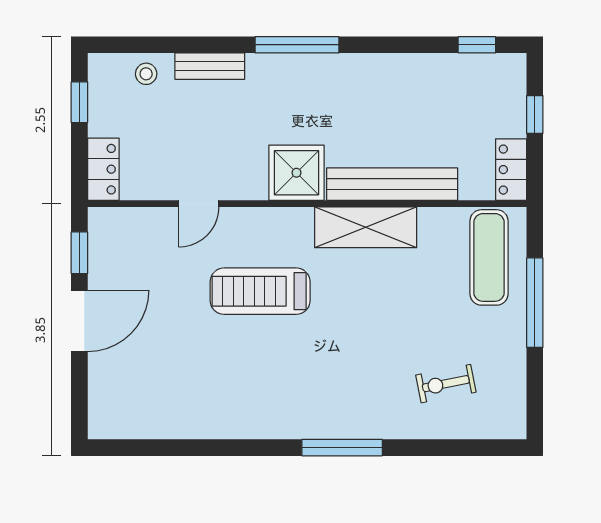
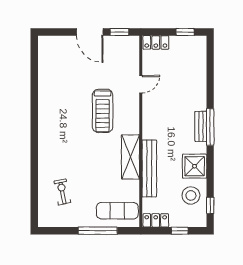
bench: (210, 66) -> (201, 126), moved
stool: (146, 74) -> (191, 195), moved, width x1.89, depth x1.89
shower: (296, 173) -> (195, 166), moved
door: (199, 204) -> (141, 84), swing flipped
treadmill: (260, 291) -> (103, 111), turned 180
window: (342, 448) -> (34, 147), removed

